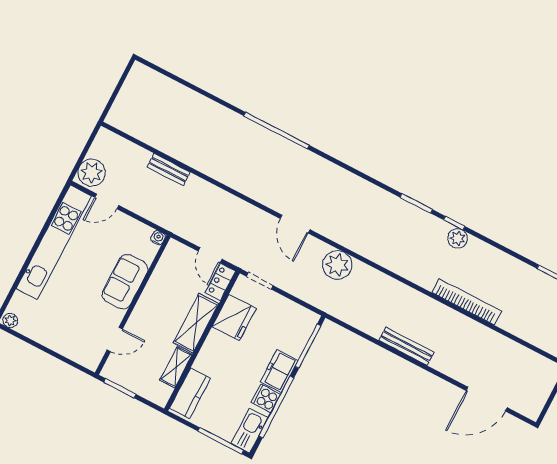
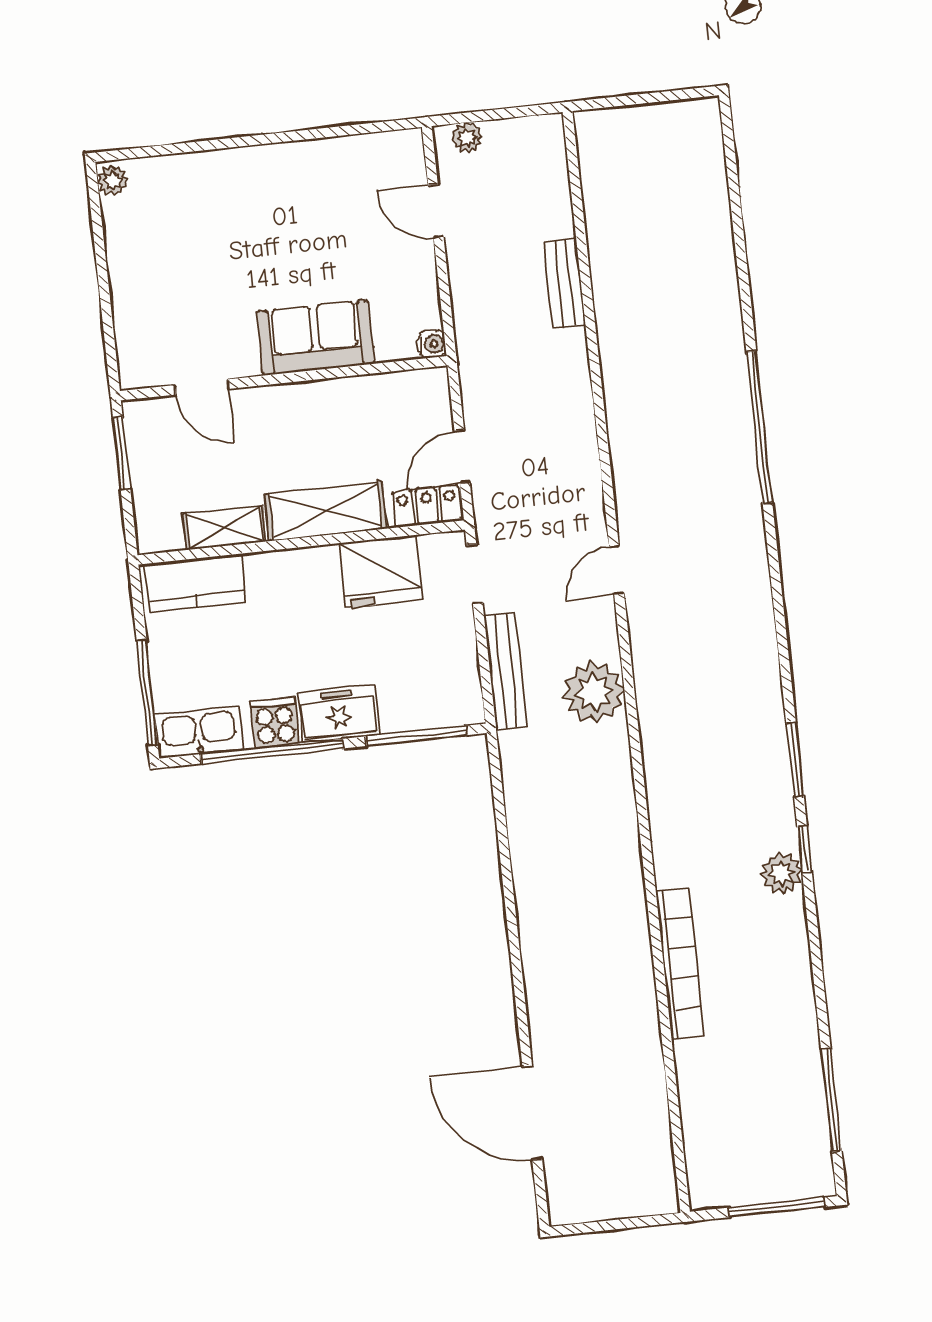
plant: (92, 173) -> (467, 138), width x0.53, depth x0.53
door: (295, 224) -> (617, 570), width x0.73
kitchen unit: (54, 242) -> (301, 166), removed
bench: (406, 346) -> (506, 672), moved

